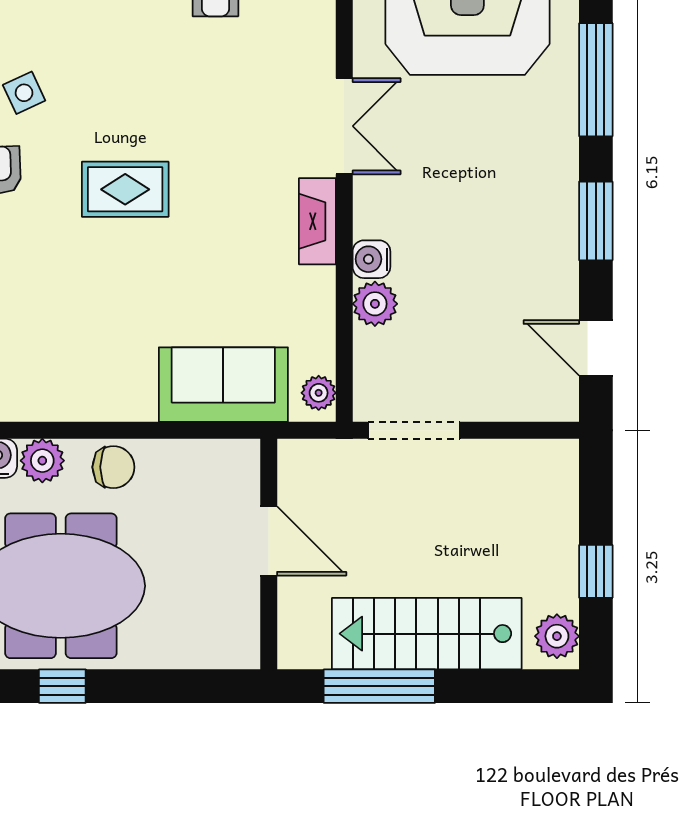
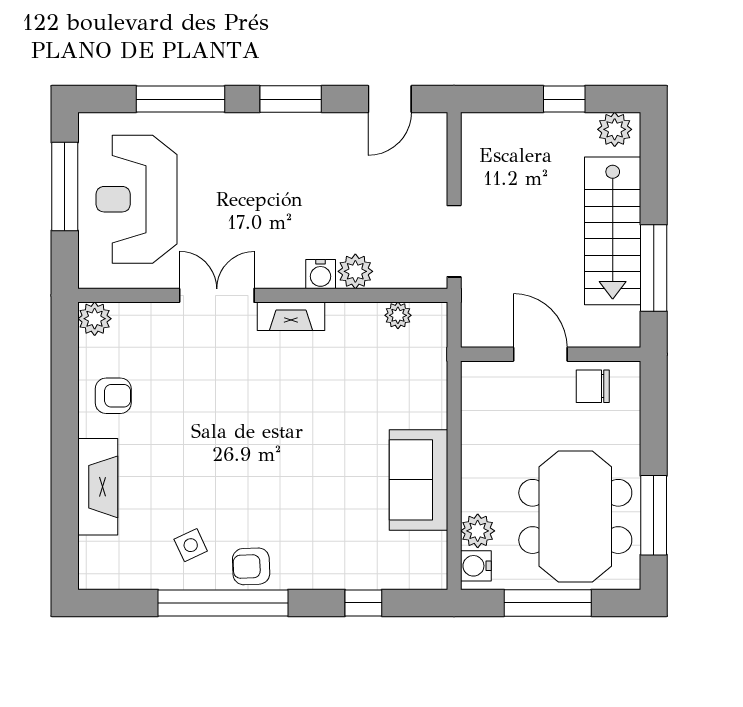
rug: (125, 189) -> (266, 466), removed
sofa: (223, 385) -> (418, 480), moved
plant: (319, 393) -> (398, 315), moved
chair: (113, 467) -> (593, 386), moved, turned -90
door: (269, 541) -> (540, 354), hinge flipped
window: (62, 686) -> (654, 515), width x2.17

